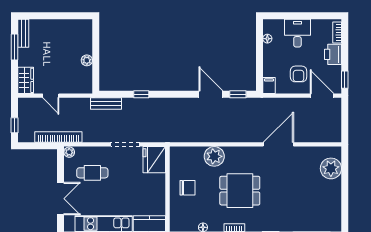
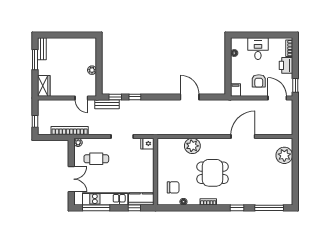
window: (238, 94) -> (115, 97), moved
door: (51, 96) -> (81, 98), moved
fridge: (154, 160) -> (147, 144), width x0.53, depth x0.75
chair: (187, 188) -> (173, 187), moved

